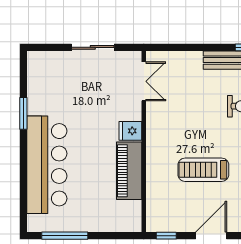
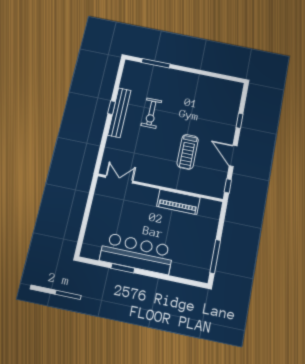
sliding door: (93, 47) -> (88, 209), removed
fridge: (130, 131) -> (151, 195), removed
bar counter: (47, 165) -> (137, 253), moved

